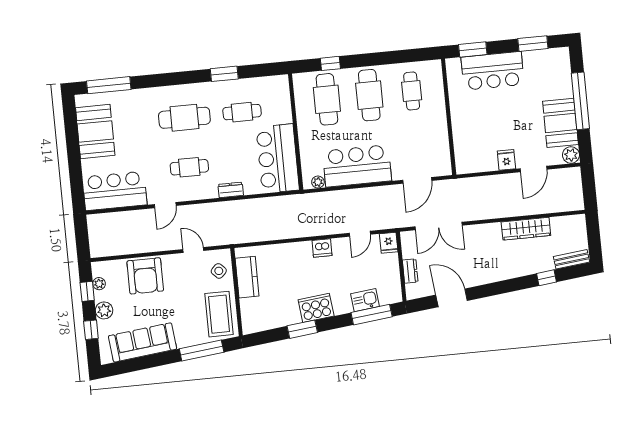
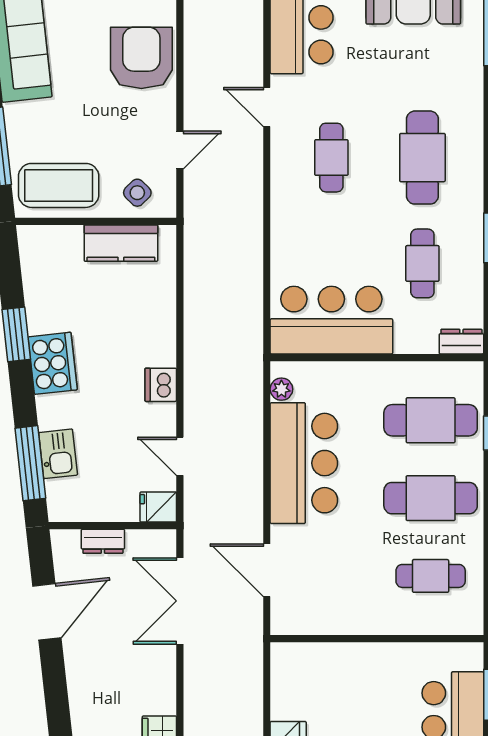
dresser: (231, 190) -> (461, 342), moved, turned -90
armchair: (145, 276) -> (141, 58), turned 90

